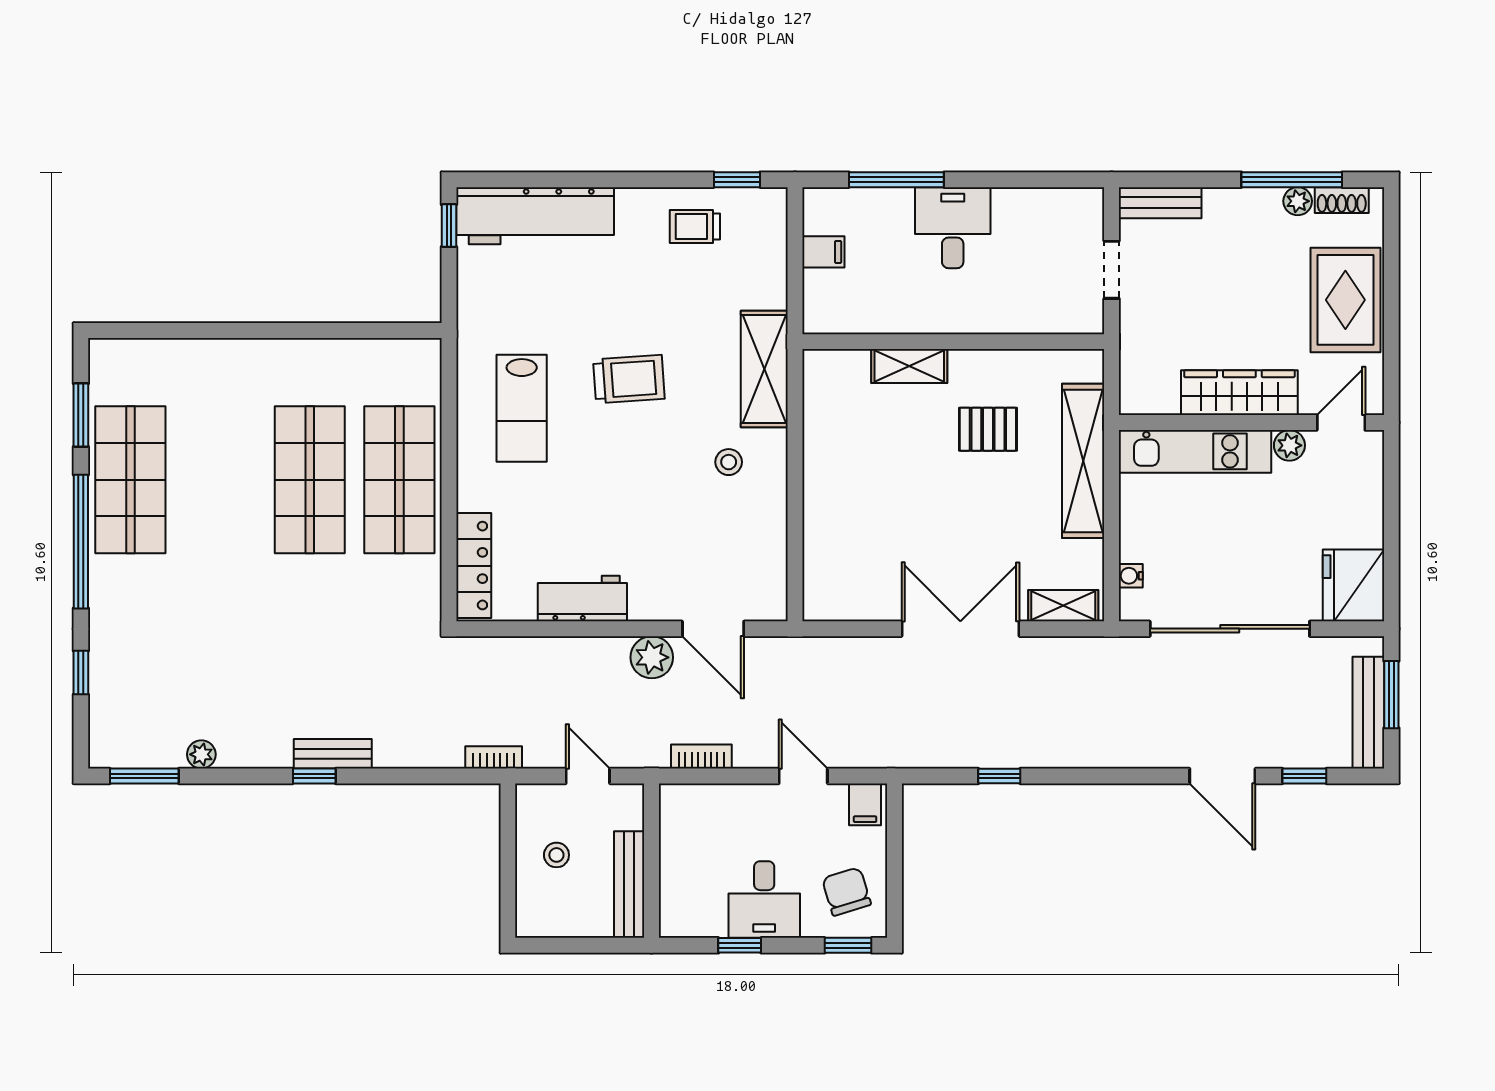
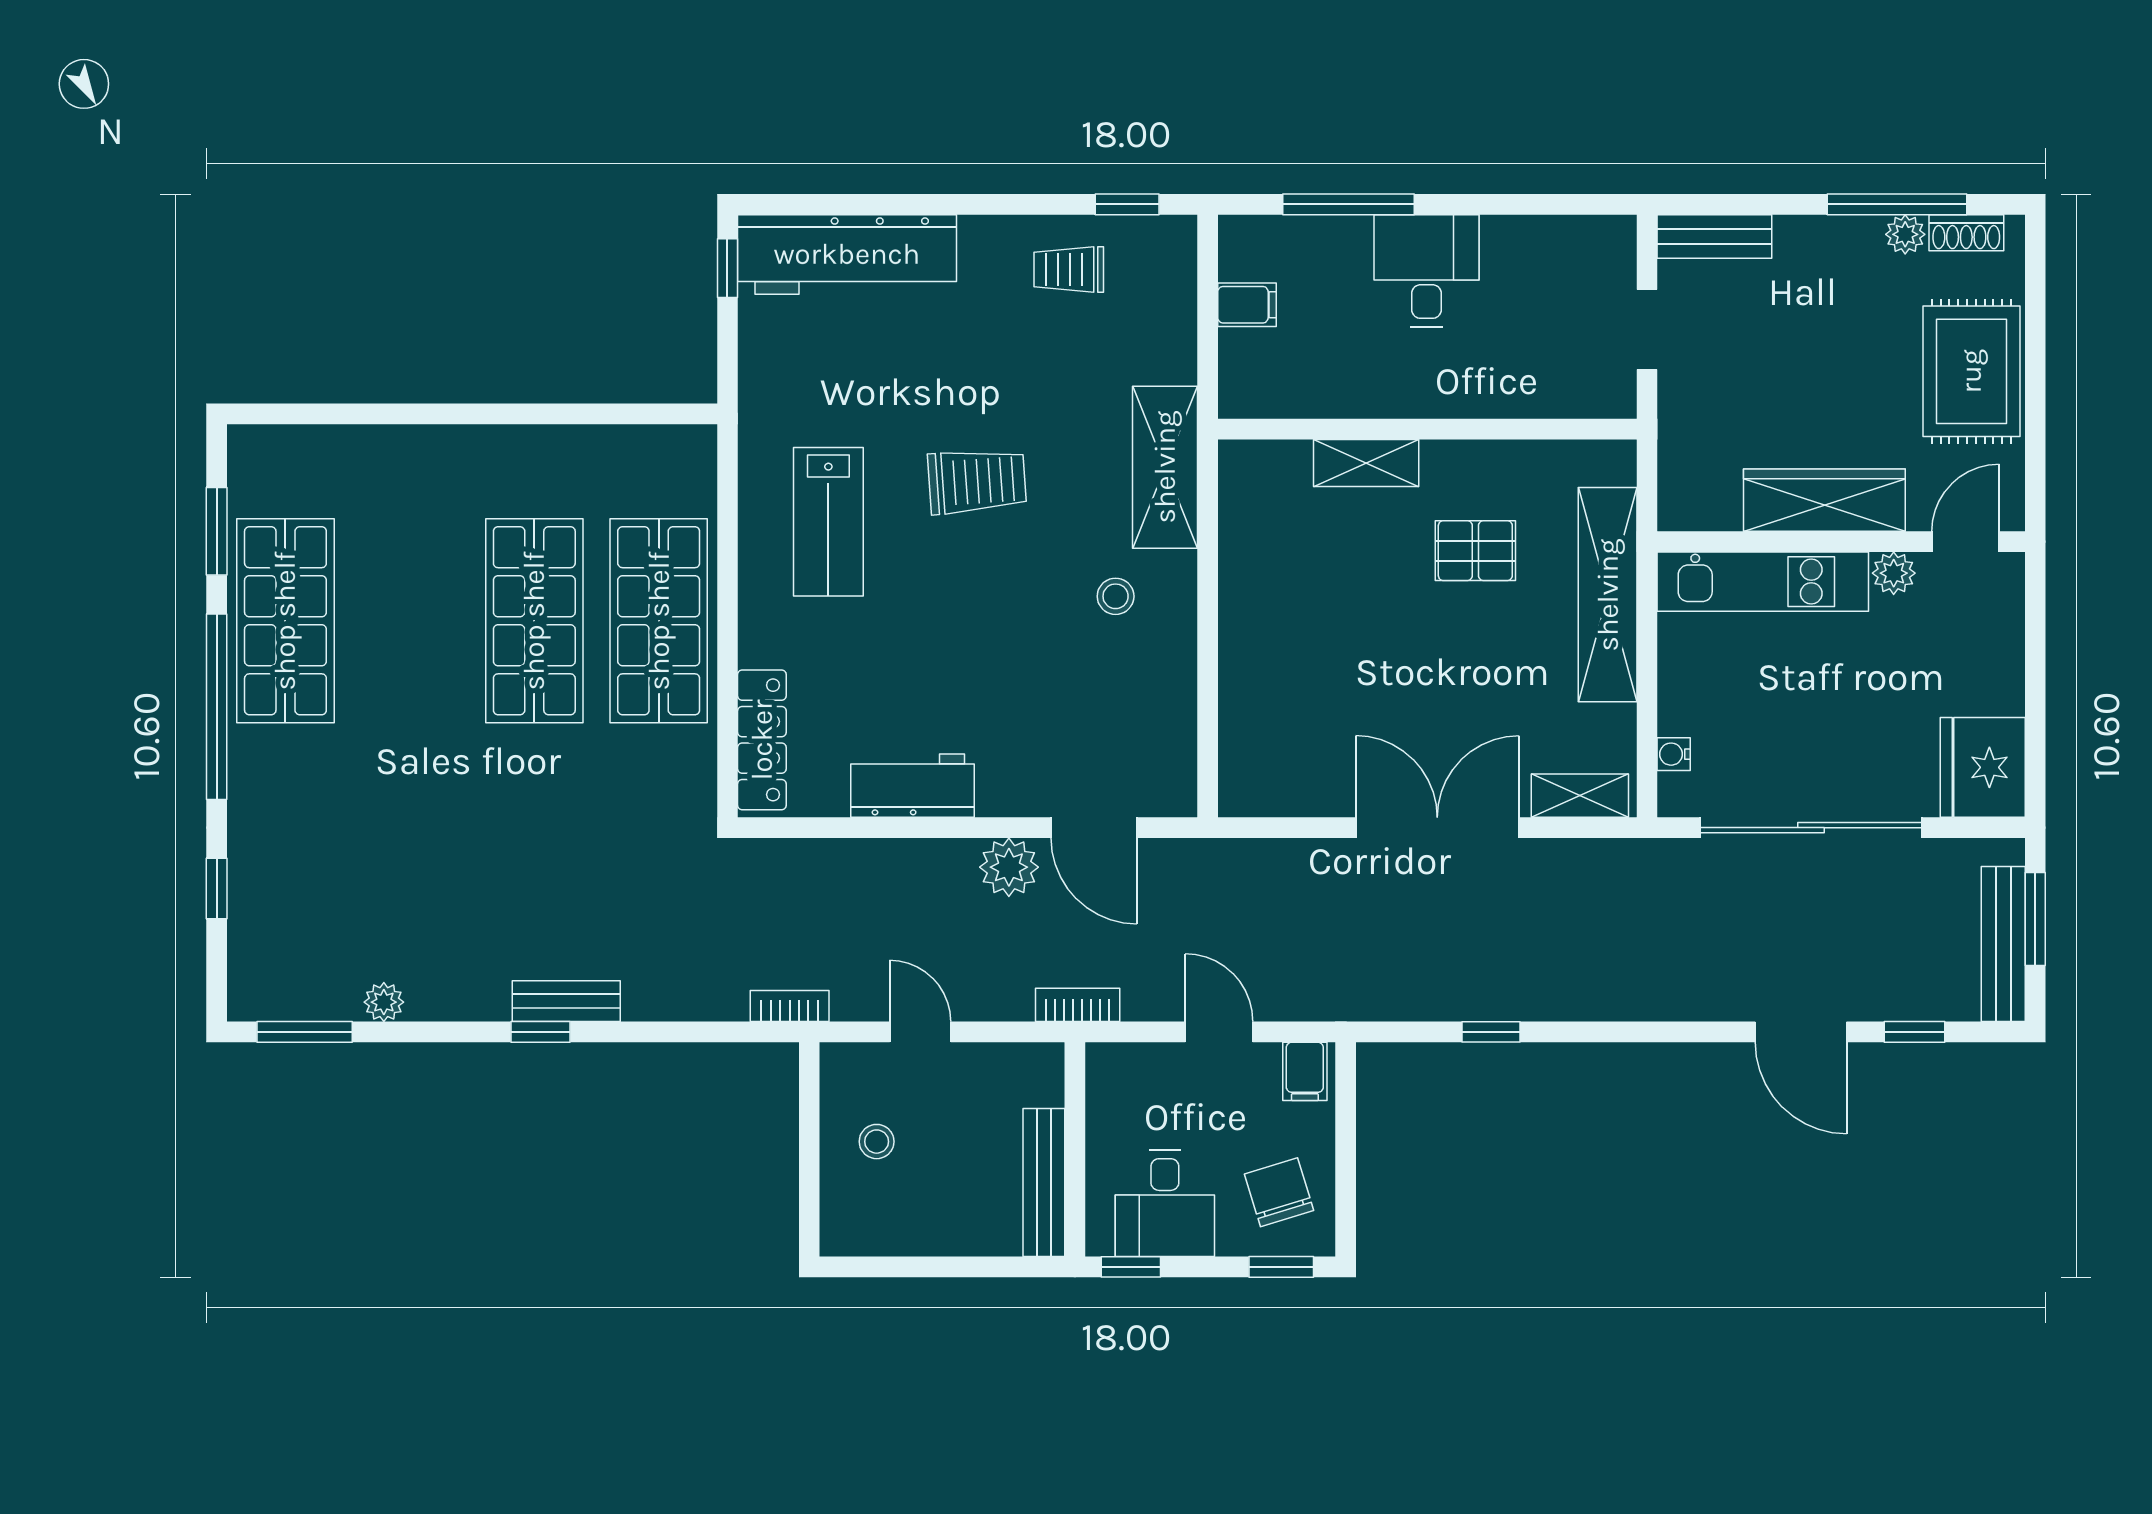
wall: (651, 861) -> (1075, 1149), moved
bench: (629, 884) -> (1044, 1183), moved

